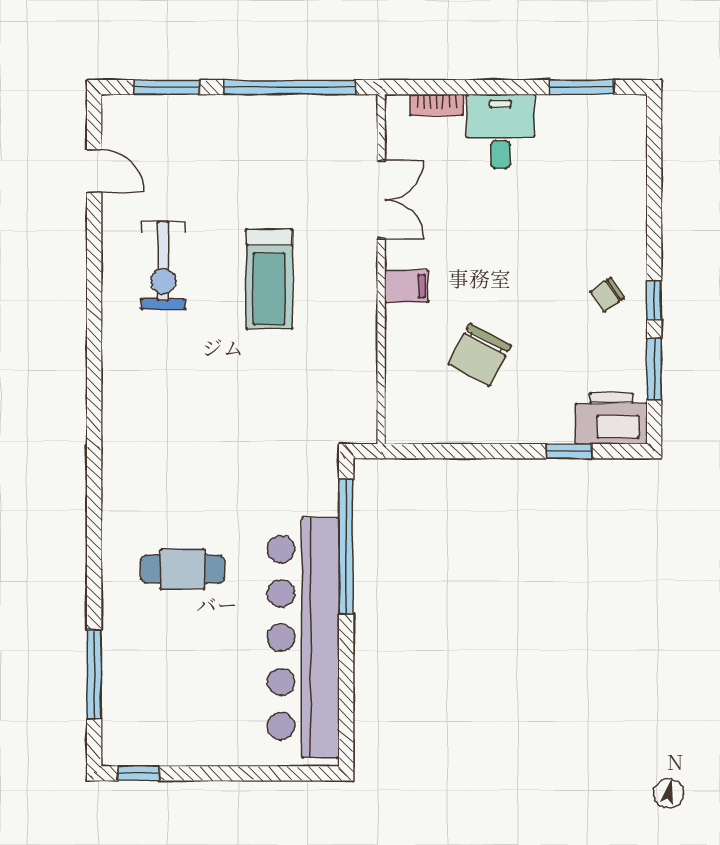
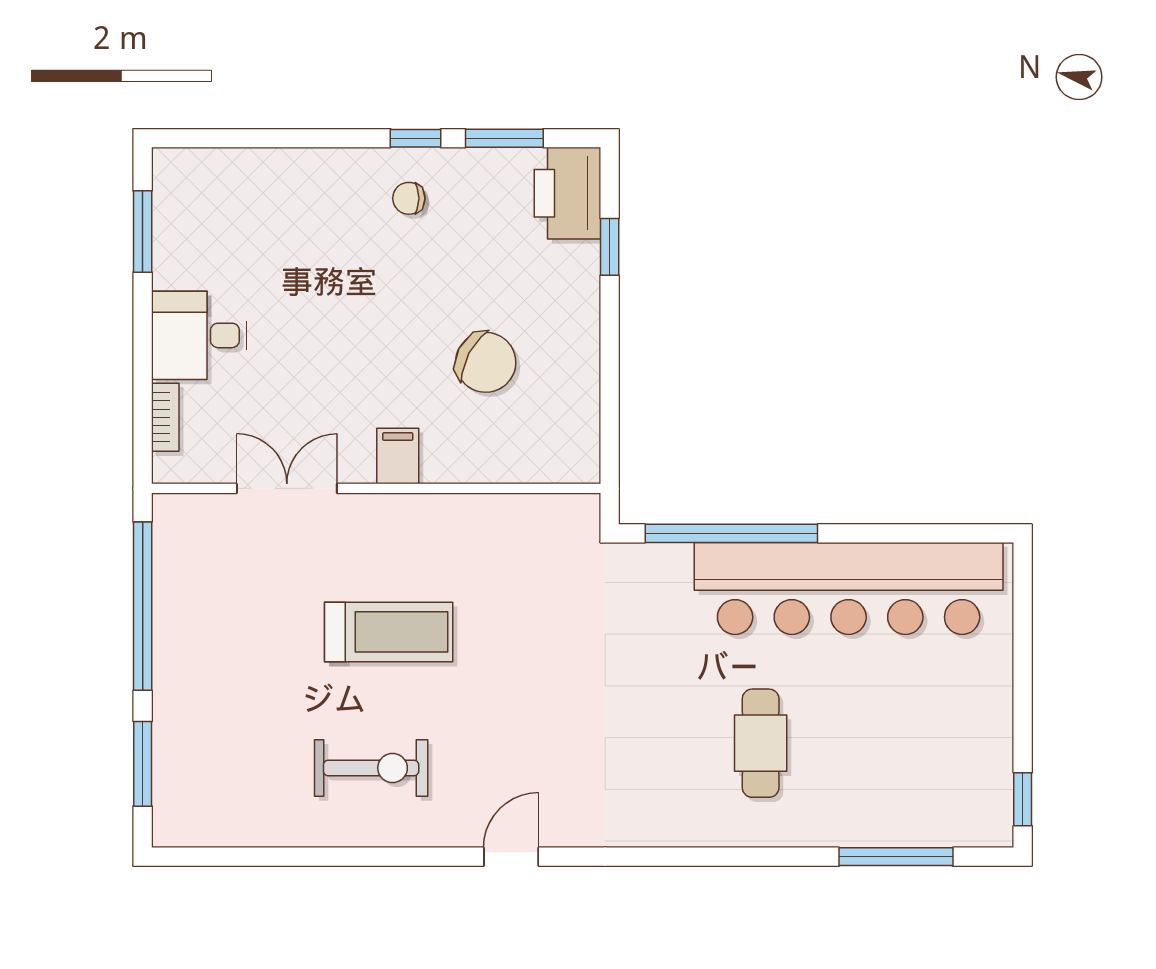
door: (94, 171) -> (511, 857), moved
chair: (607, 295) -> (409, 198), turned 124

